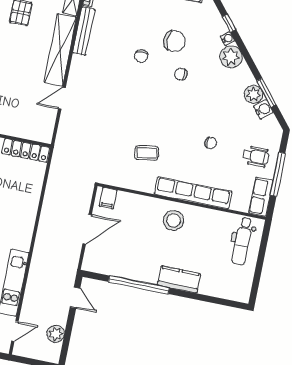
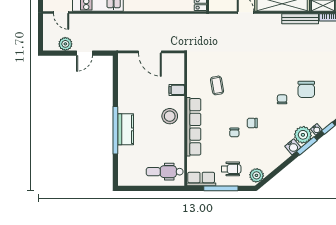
chair: (141, 56) -> (252, 123), moved
window: (267, 93) -> (307, 146), moved
plant: (253, 94) -> (257, 175), moved
water cooler: (263, 109) -> (293, 147), moved
wheelchair: (256, 156) -> (231, 169), turned -90
filing cabinet: (108, 198) -> (177, 90), moved
window: (139, 285) -> (115, 130), moved
door: (75, 298) -> (84, 53), moved

